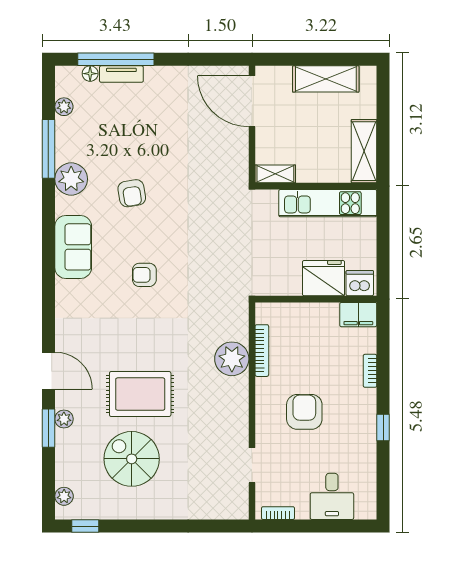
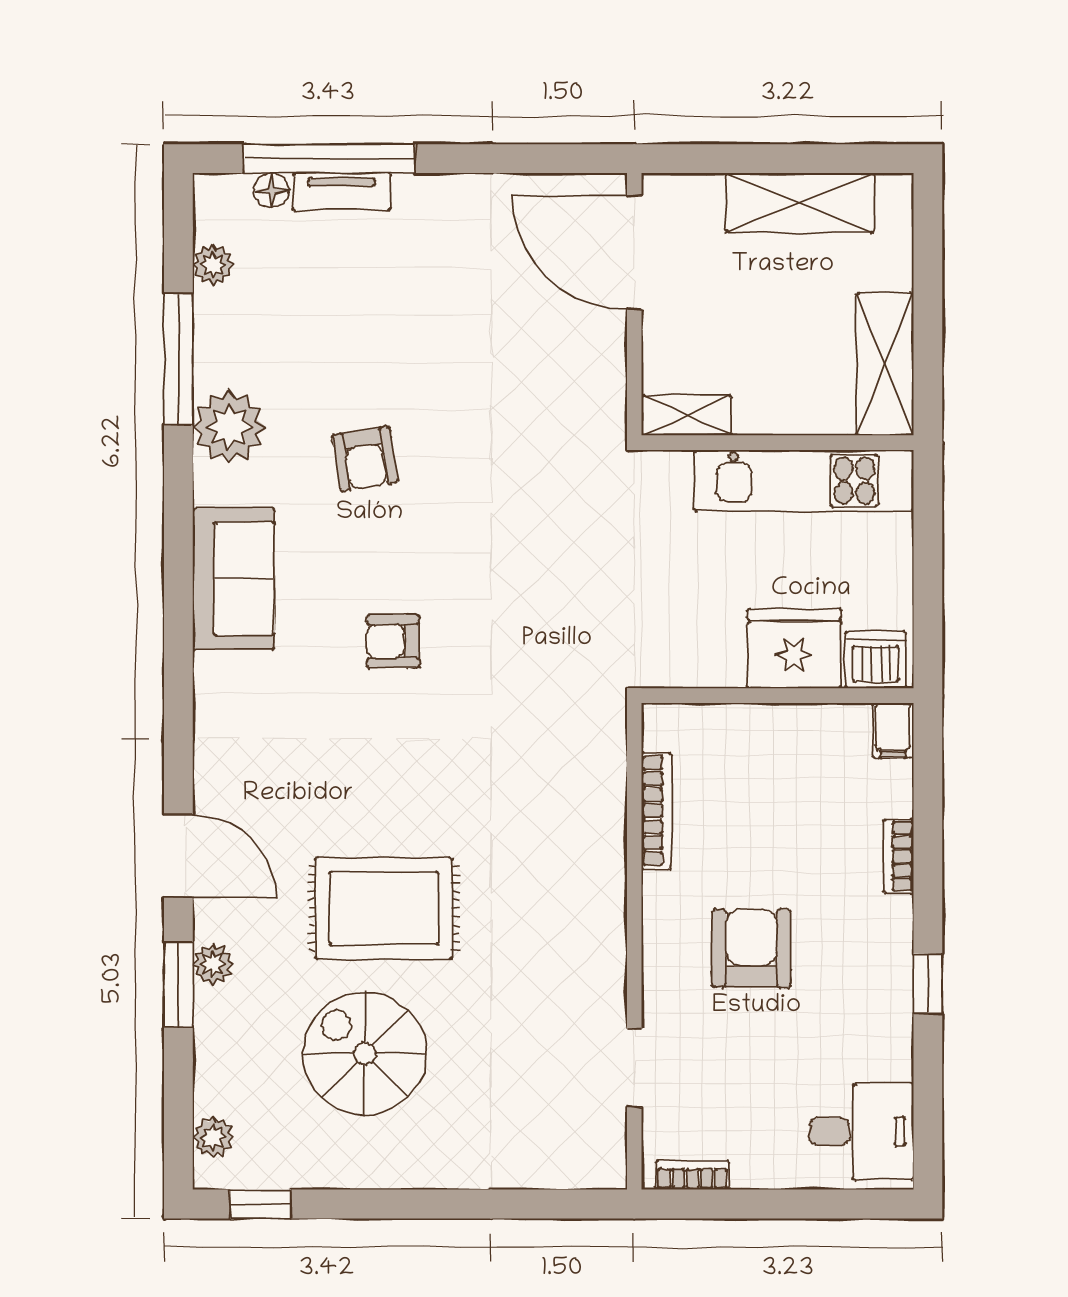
filing cabinet: (358, 315) -> (893, 730), width x0.50
plant: (232, 359) -> (589, 829), removed
desk: (332, 496) -> (861, 1132), moved, turned -90

